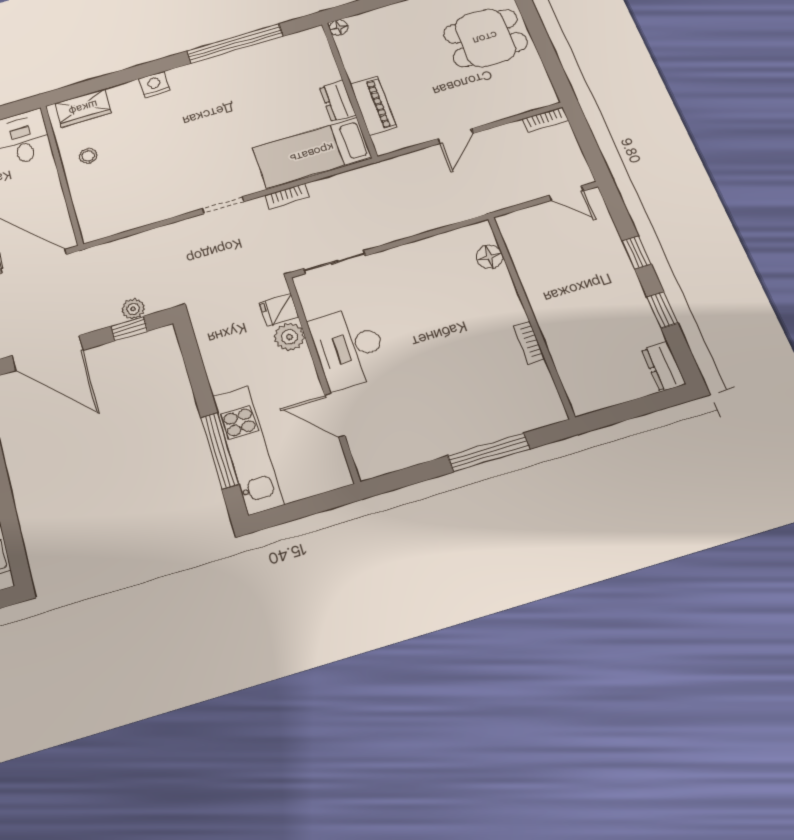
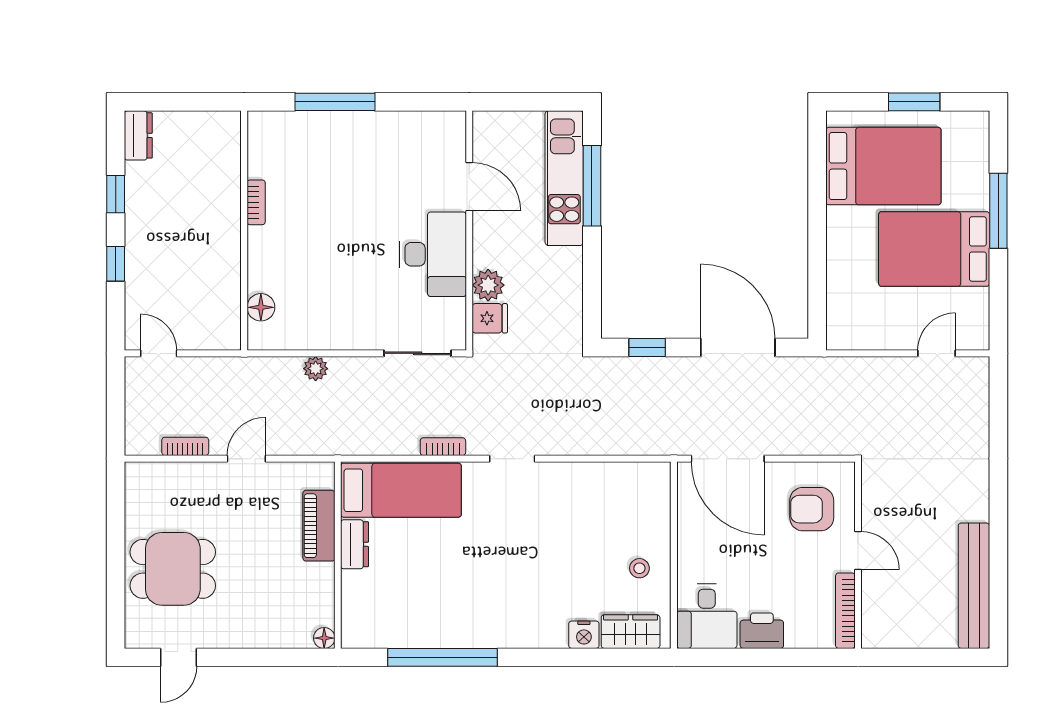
nightstand: (154, 85) -> (584, 635), moved
bookcase: (545, 120) -> (185, 446), moved
plant: (133, 309) -> (316, 369), moved

